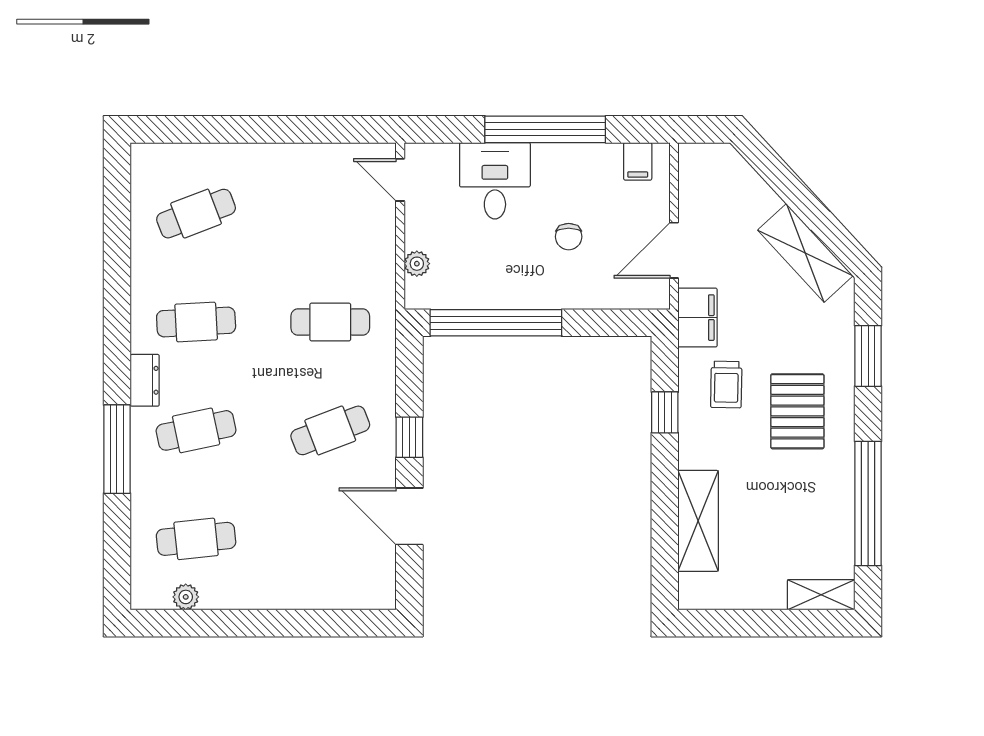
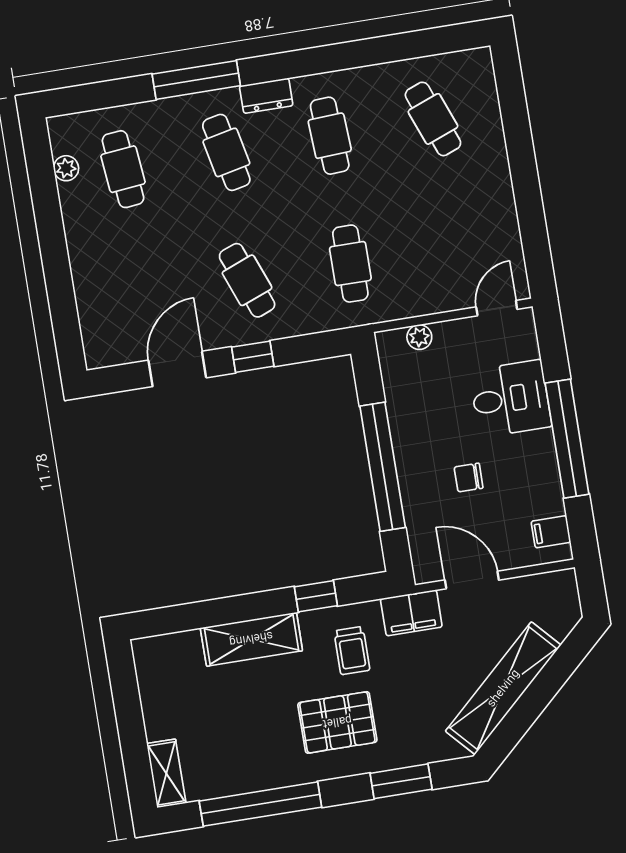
shelving: (805, 253) -> (503, 688), width x1.47
window: (496, 323) -> (383, 467), moved
trolley: (726, 385) -> (352, 651), turned -91
shelving: (698, 521) -> (251, 639), moved

